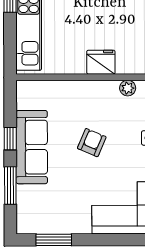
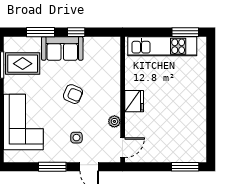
sofa: (32, 147) -> (62, 48), width x0.73
rug: (52, 209) -> (23, 64), added

